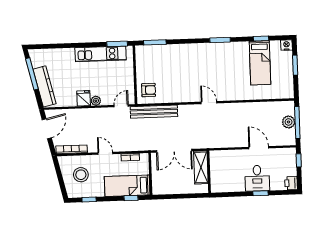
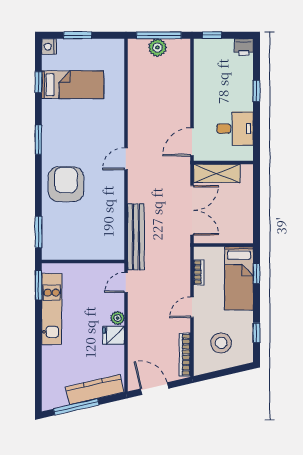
armchair: (149, 90) -> (66, 184), moved, width x1.88, depth x1.88
door: (121, 106) -> (126, 283), hinge flipped
door: (259, 148) -> (192, 142), moved
desk: (257, 178) -> (235, 129), moved

